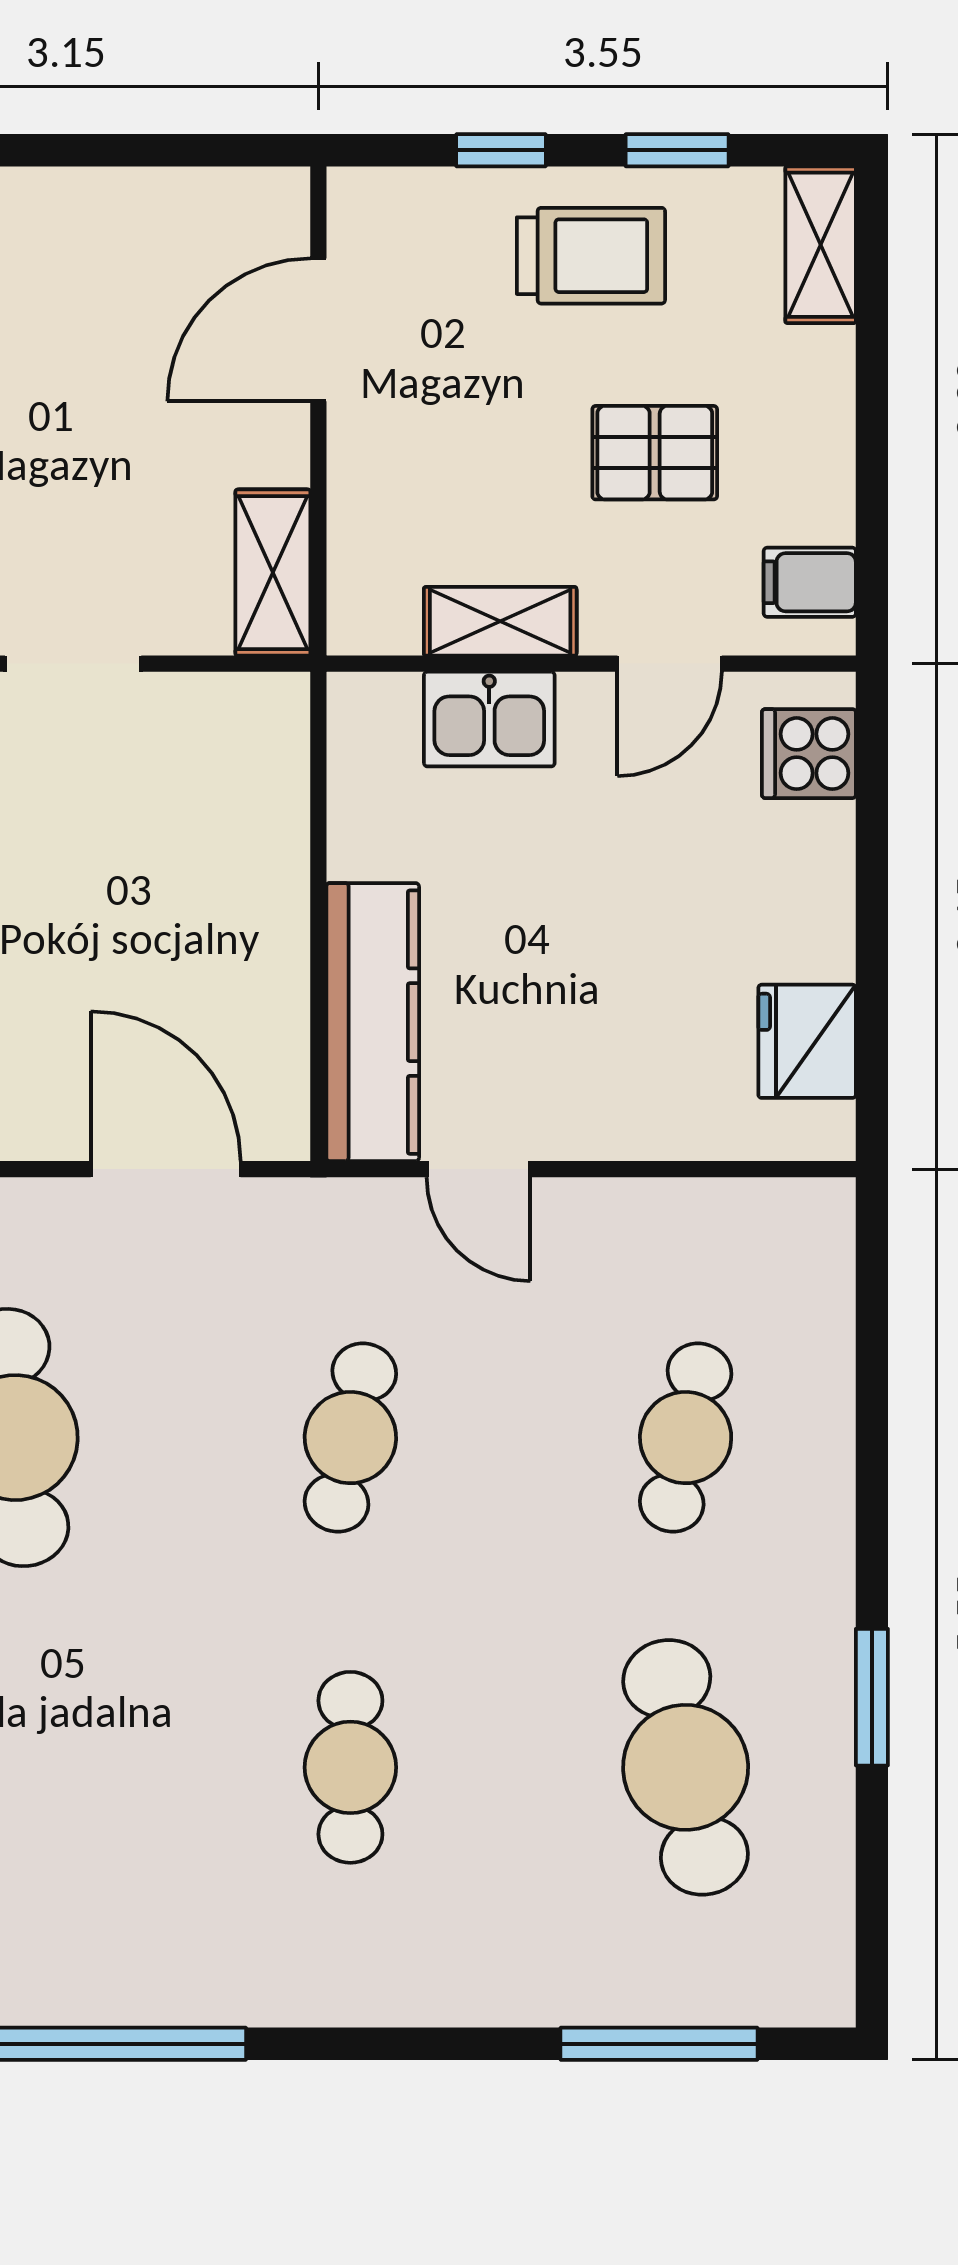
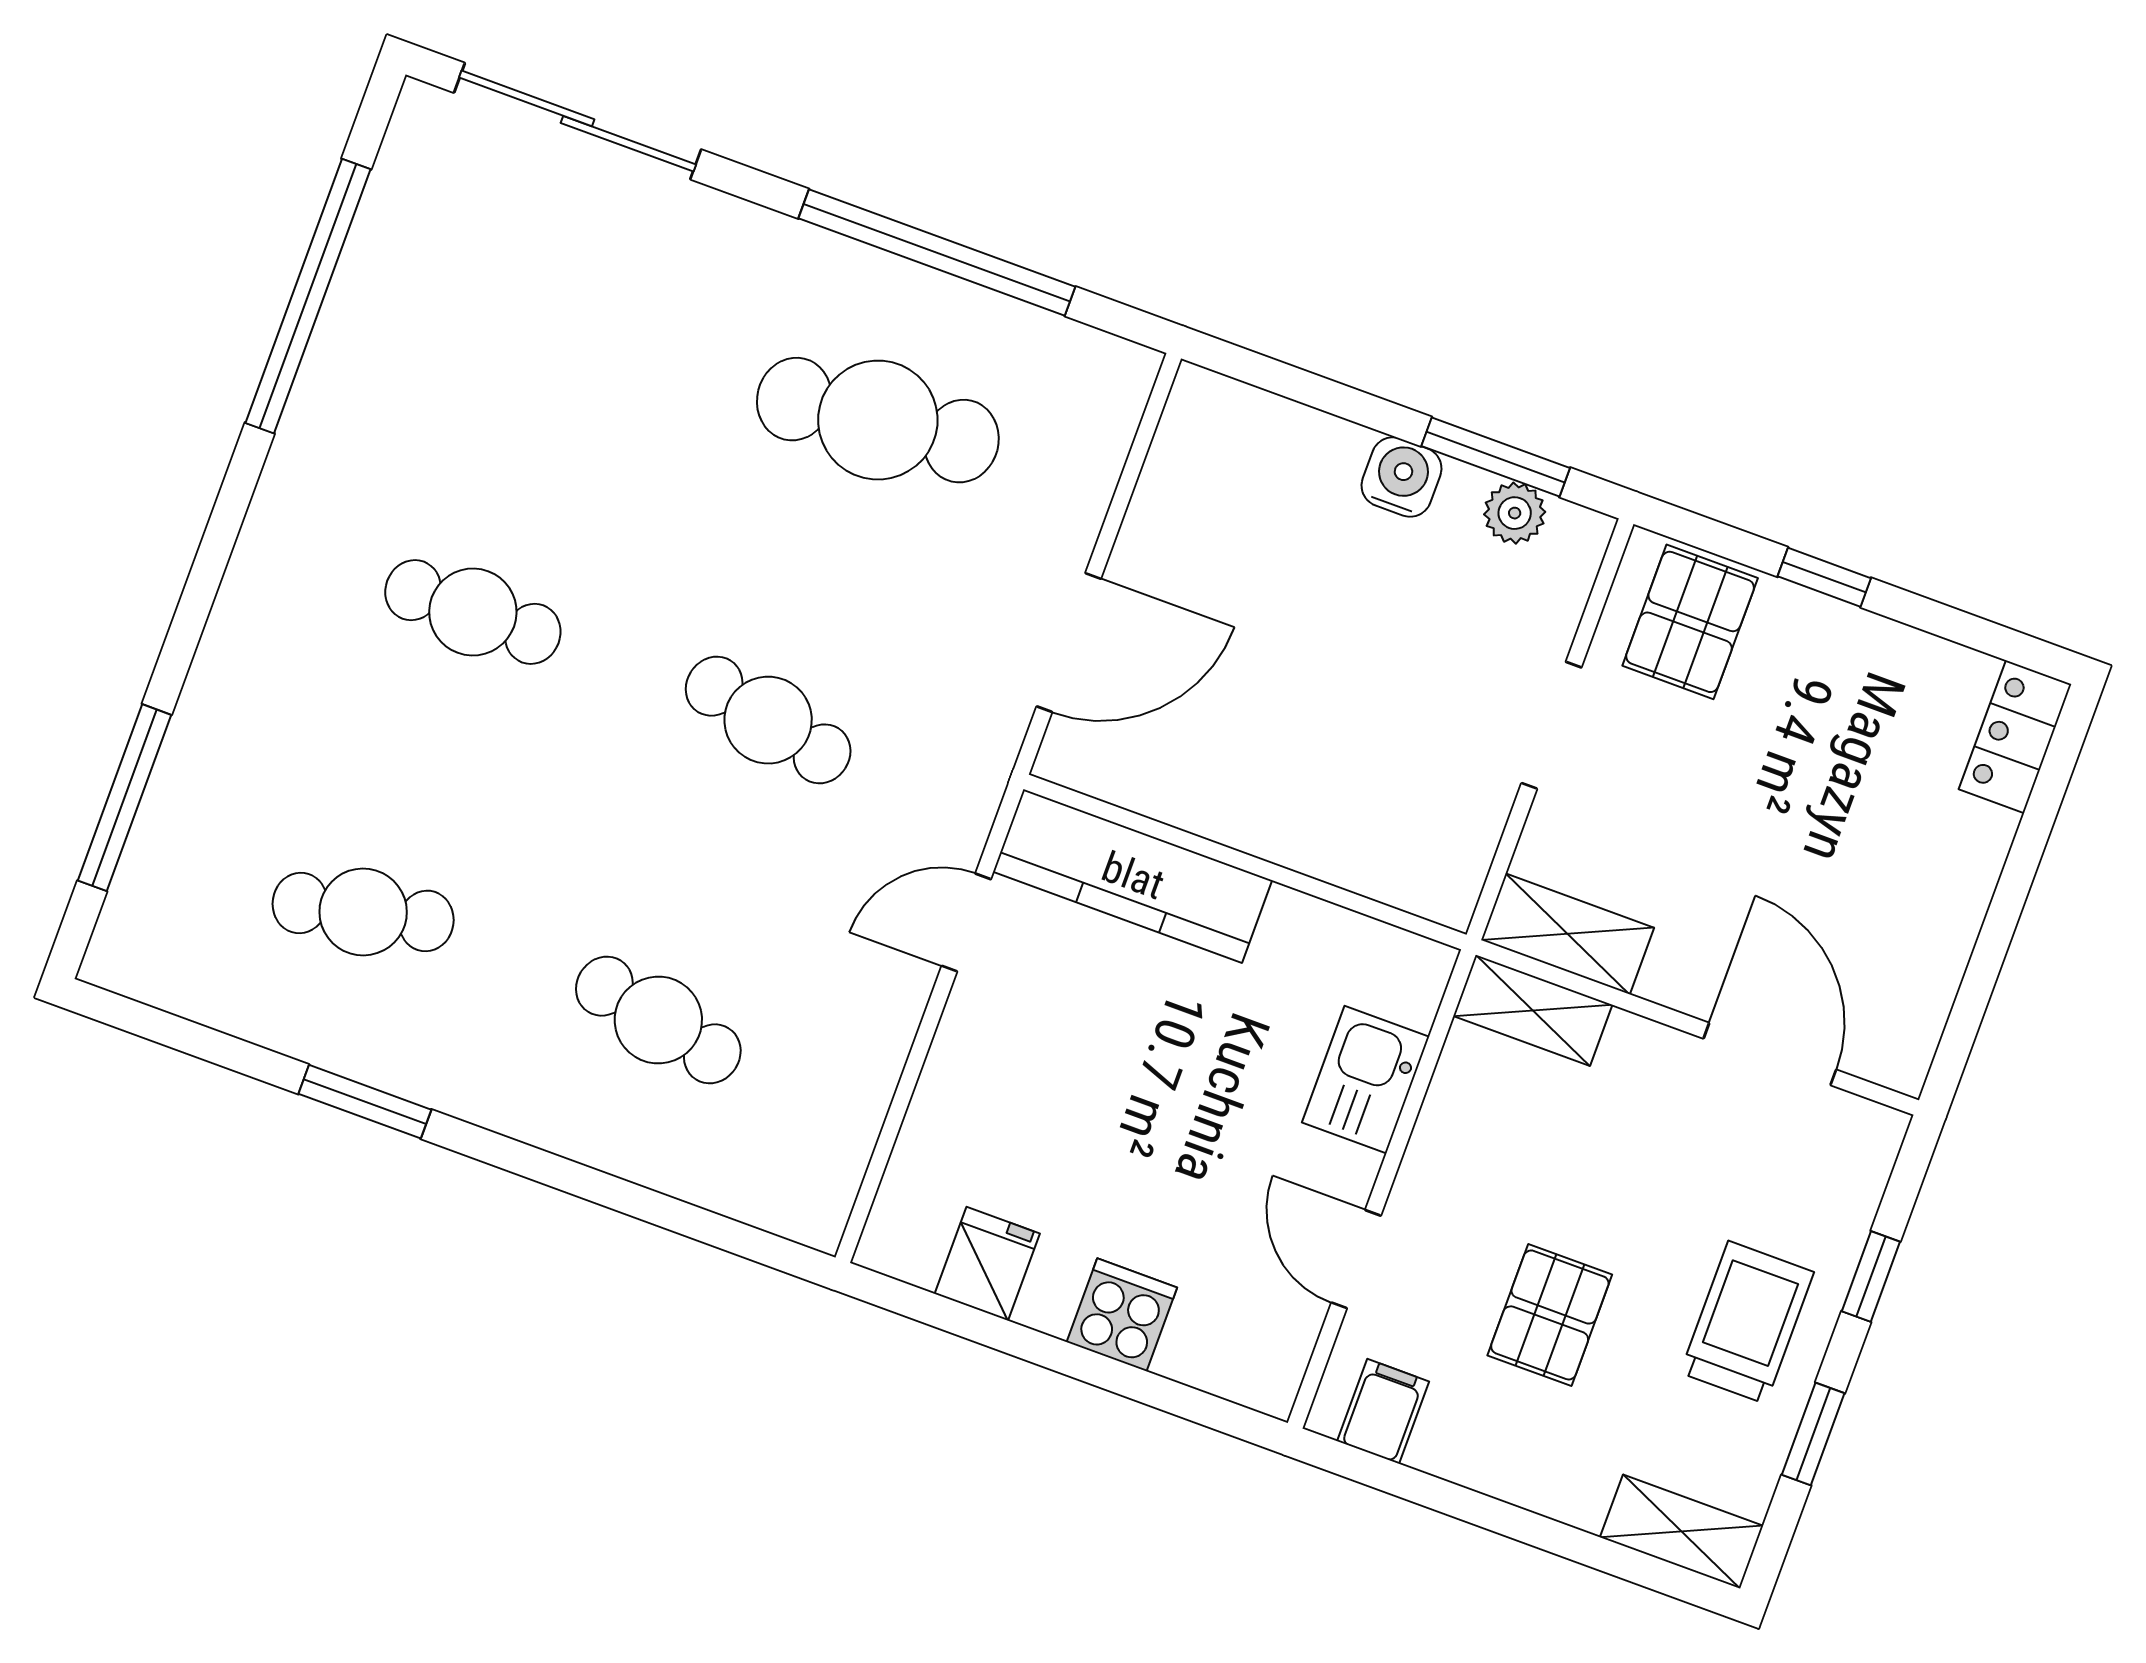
trolley: (591, 256) -> (1747, 1322), turned 180
shelving: (500, 621) -> (1533, 1010), moved, turned 90
cooker: (809, 754) -> (1122, 1315), moved
fridge: (807, 1041) -> (987, 1264), width x0.72
cafe table: (686, 1767) -> (363, 912), width x0.73, depth x0.74

